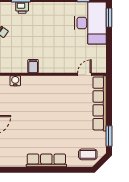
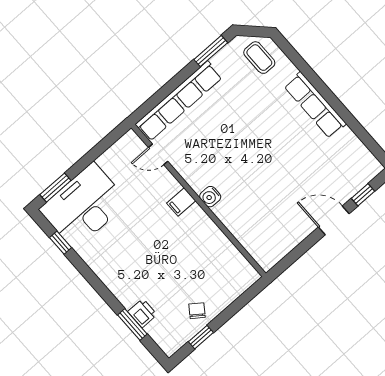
filing cabinet: (33, 66) -> (181, 202), moved
water cooler: (15, 81) -> (210, 197), moved

